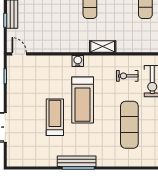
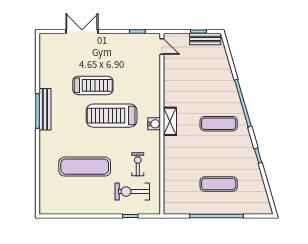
shelving: (103, 46) -> (170, 121), moved
door: (19, 54) -> (162, 47), hinge flipped
water cooler: (78, 61) -> (154, 124), moved

